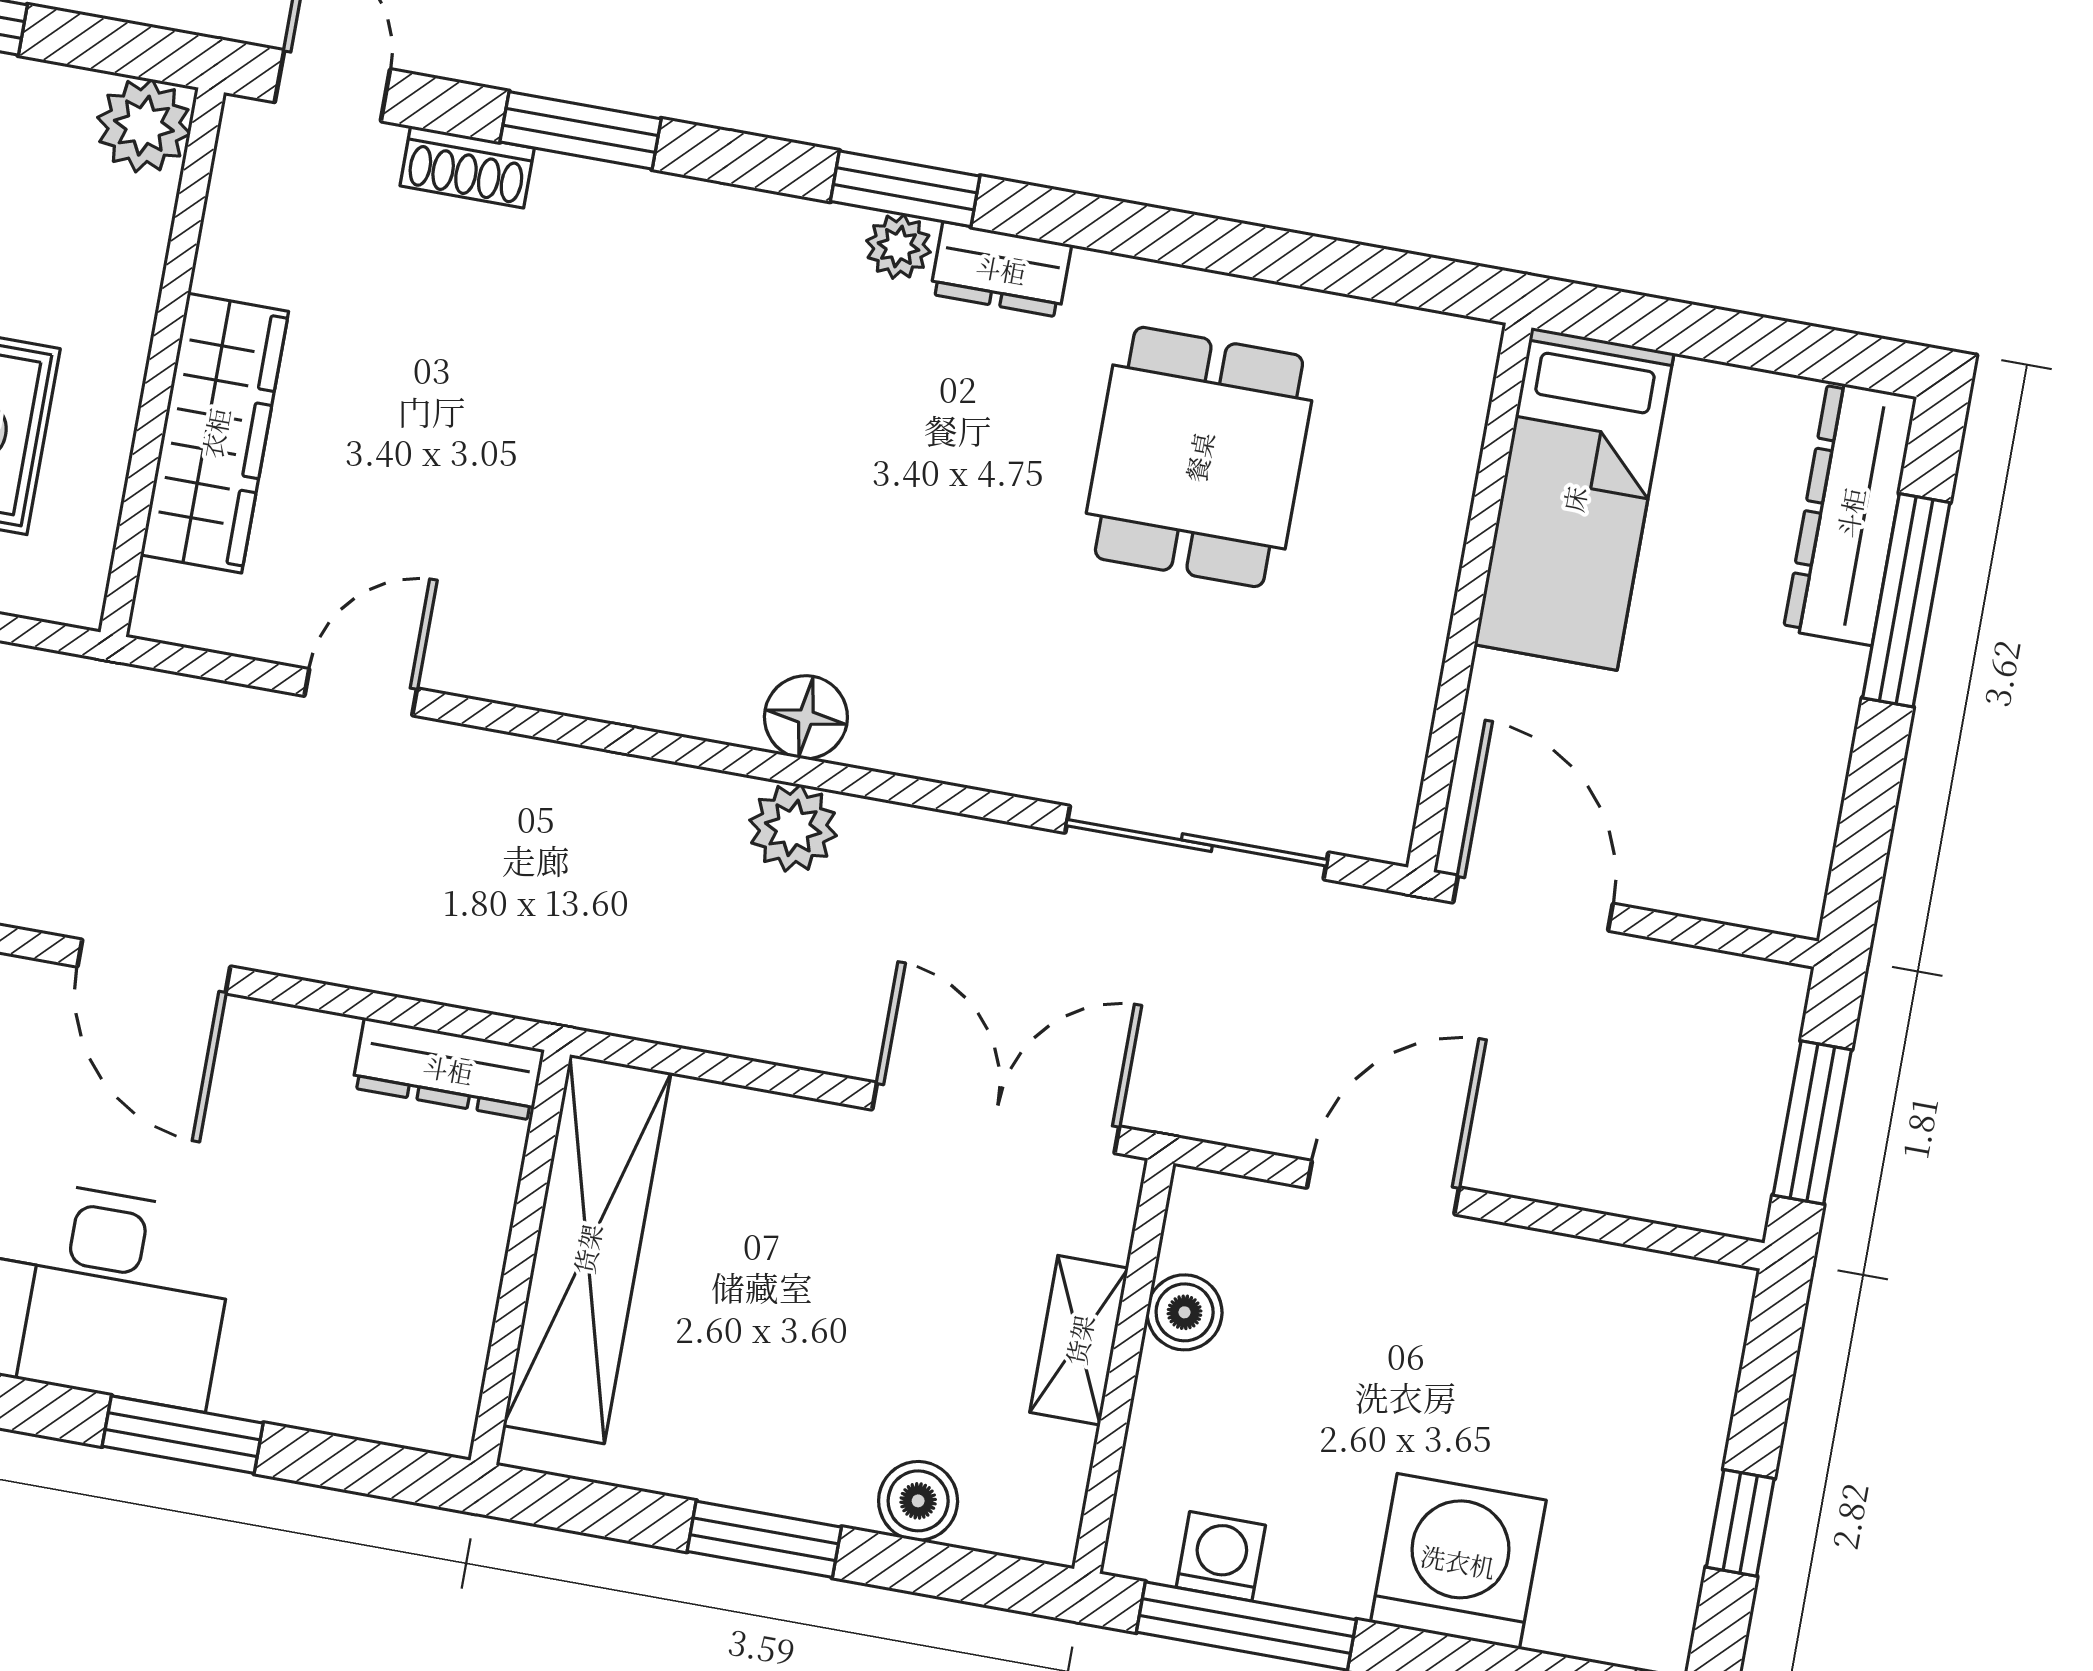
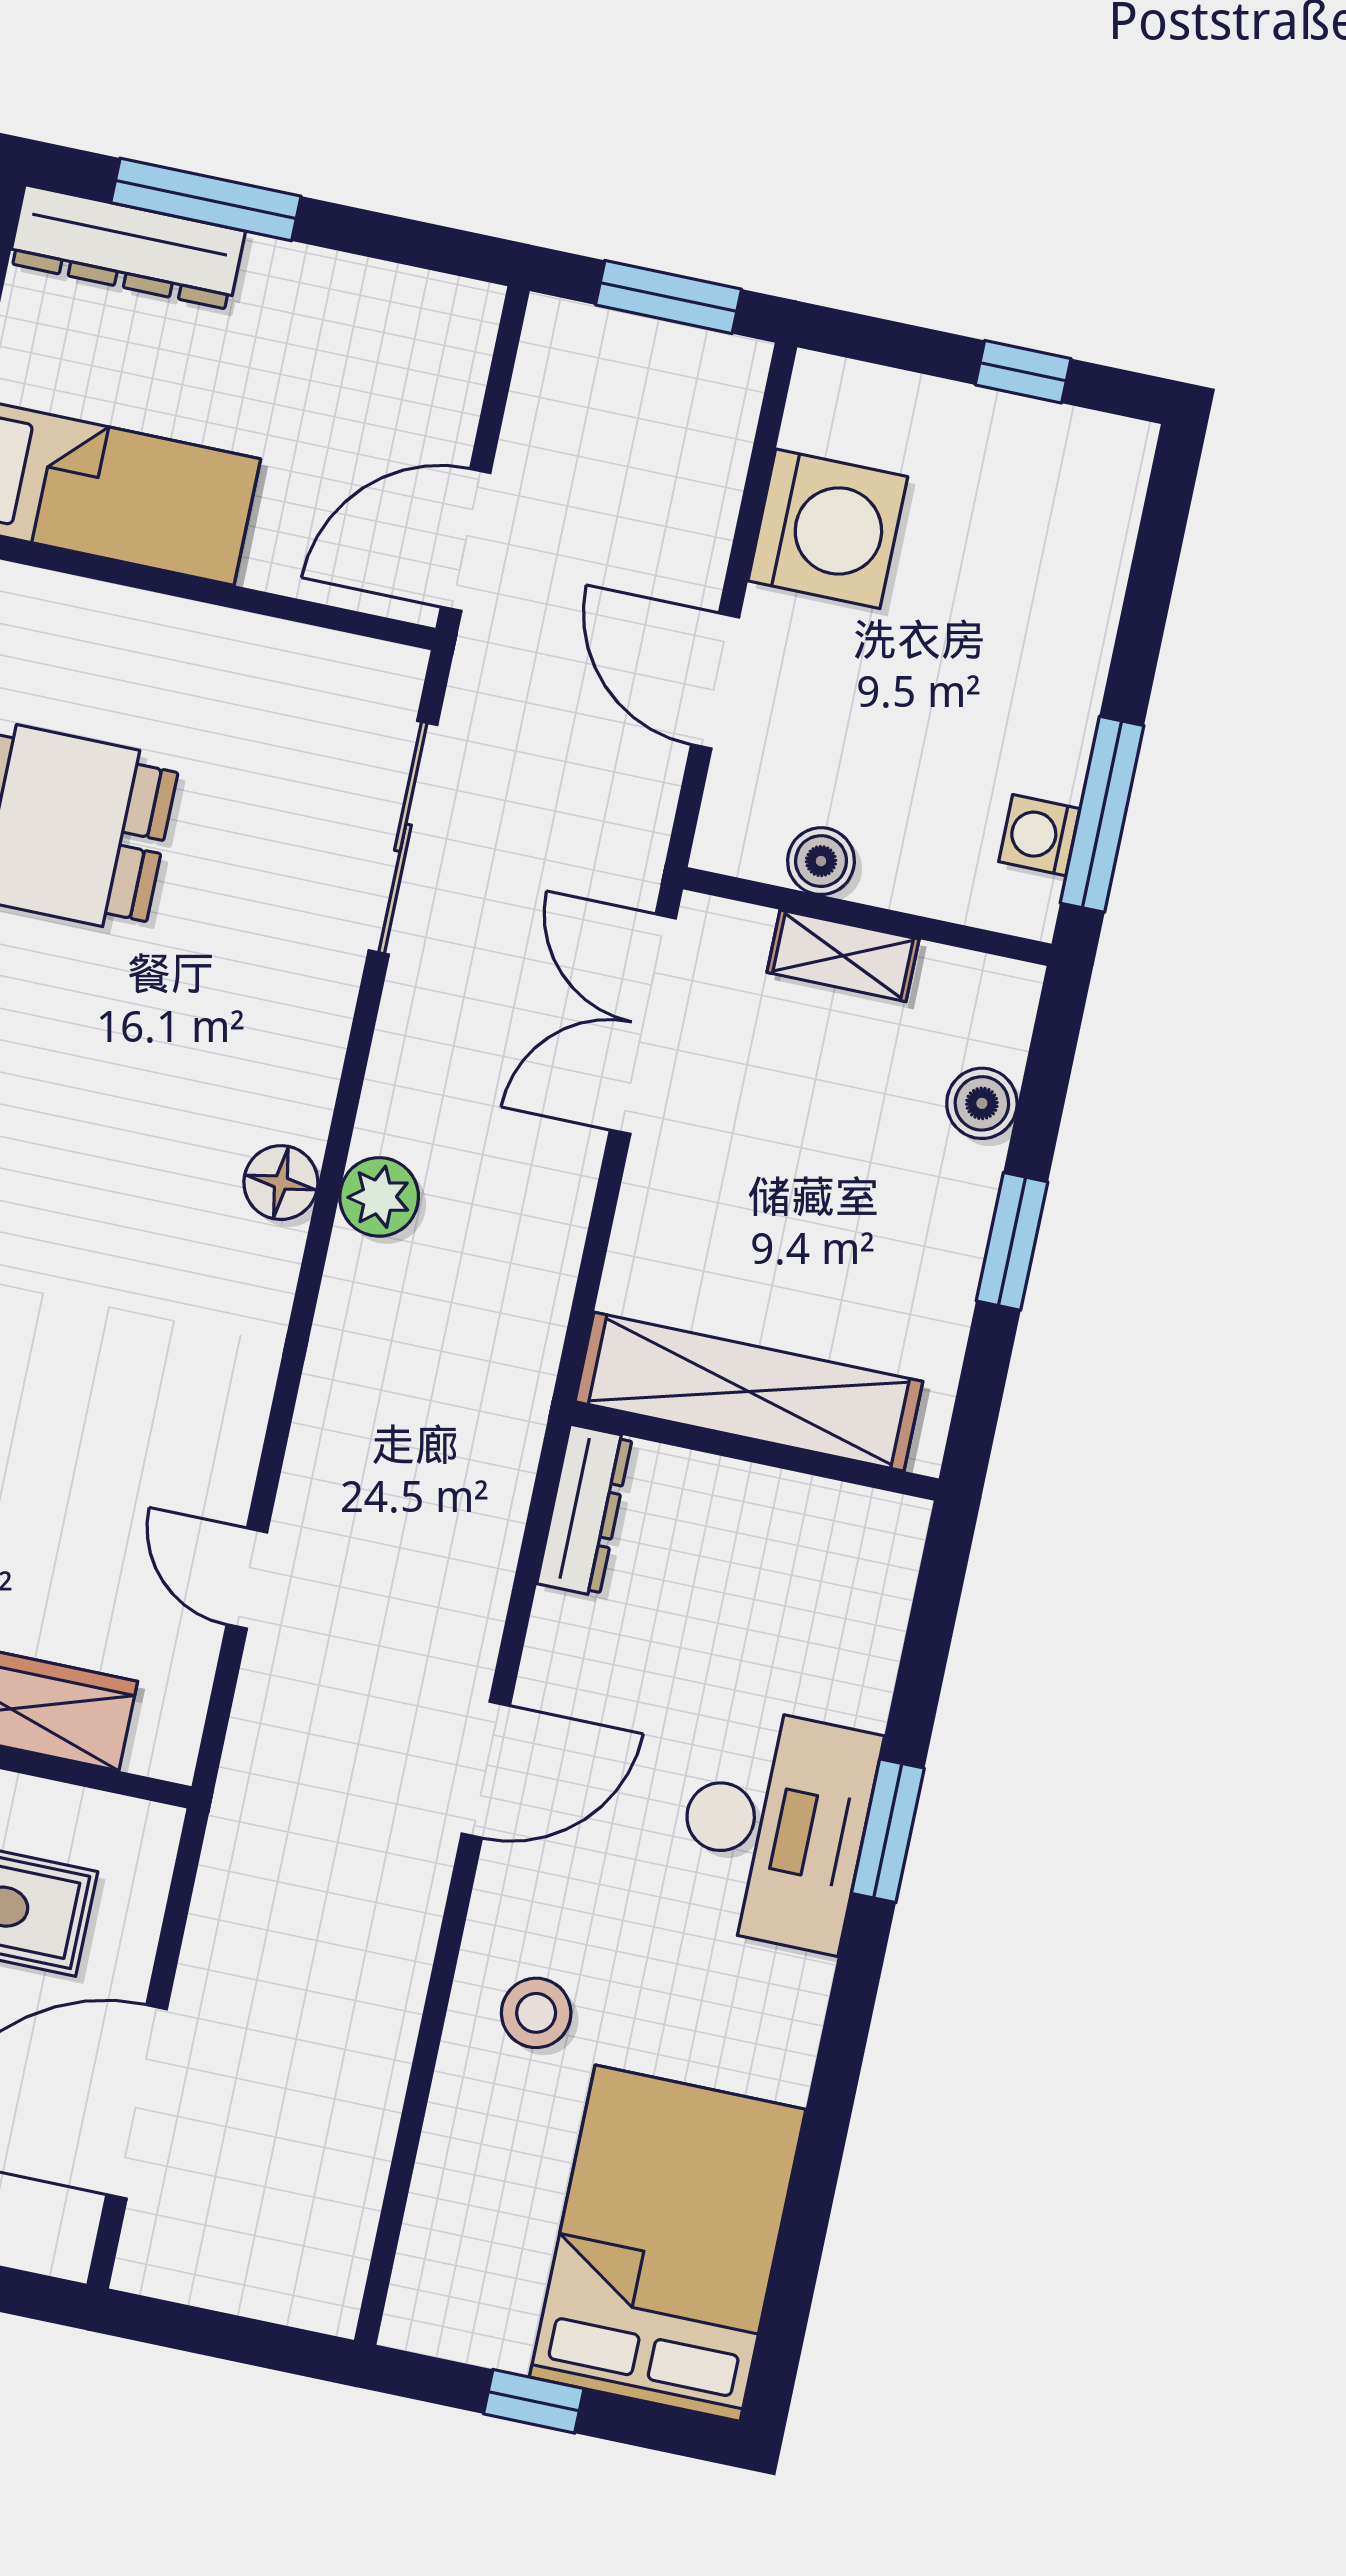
window: (183, 1435) -> (888, 1831), moved
washing machine: (1458, 1561) -> (828, 529), moved, turned 180

